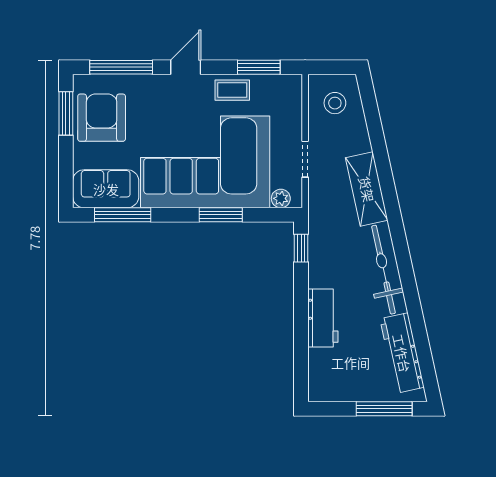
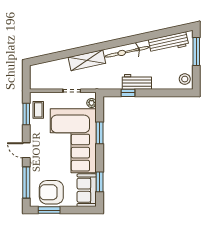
coffee table: (232, 90) -> (38, 110), moved
stool: (335, 103) -> (185, 79), moved
window: (123, 215) -> (100, 182), width x0.69
window: (301, 248) -> (128, 93), moved
workbench: (323, 318) -> (137, 82), moved

